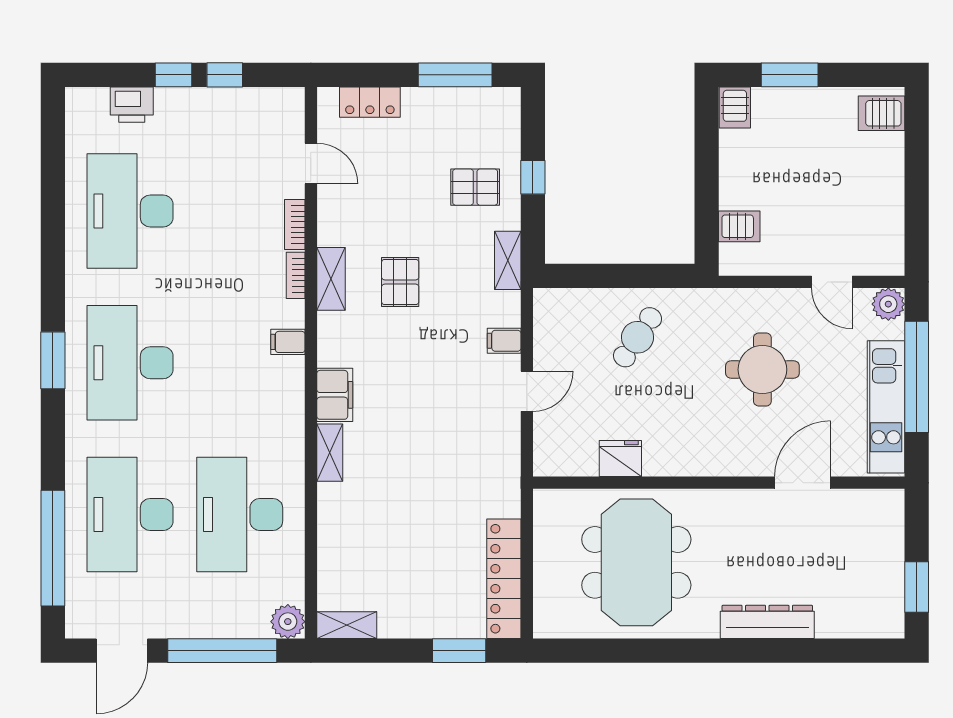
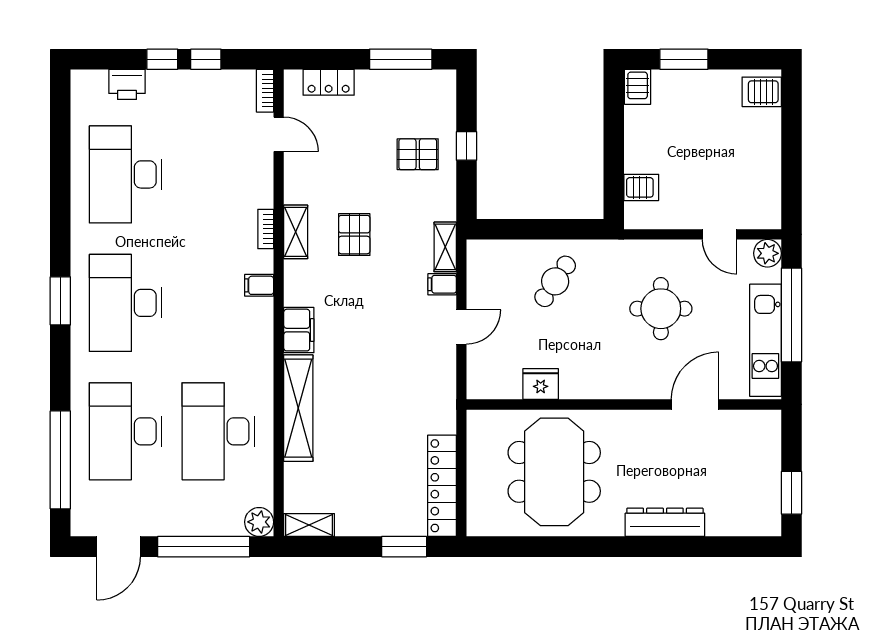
bookcase: (295, 224) -> (265, 91), moved
shelving: (508, 260) -> (445, 247), moved
shelving: (330, 453) -> (298, 408), width x2.20, depth x1.33

